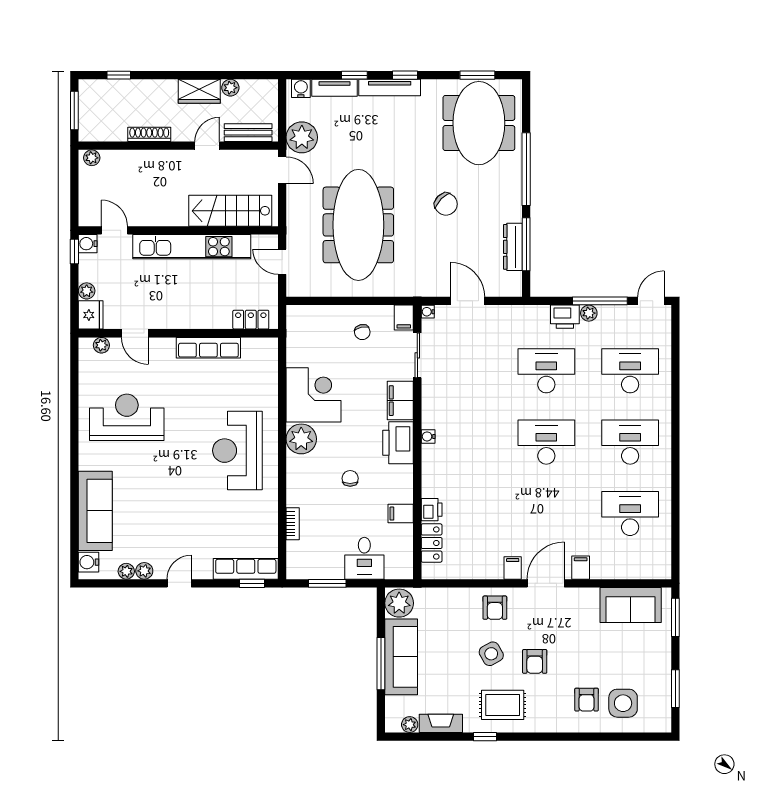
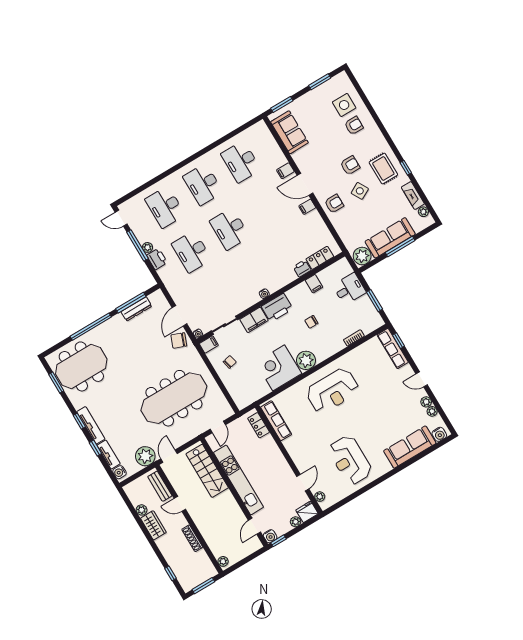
chair: (446, 204) -> (179, 340), moved, turned -114
row of seats: (208, 348) -> (276, 421), moved

